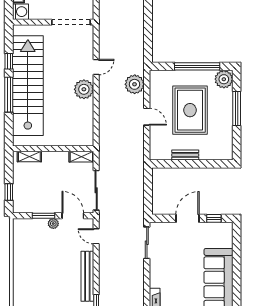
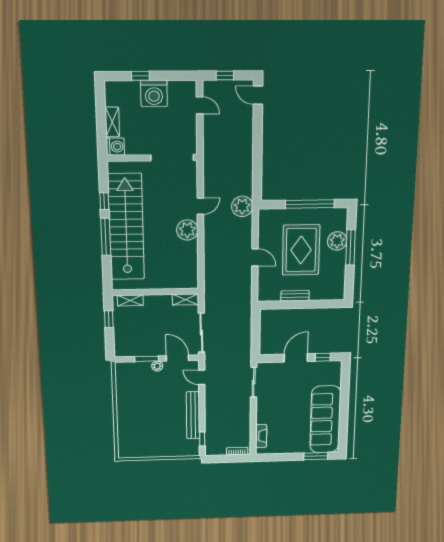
plant: (224, 79) -> (337, 241), moved
plant: (135, 84) -> (242, 206), moved
window: (9, 192) -> (109, 319), moved

